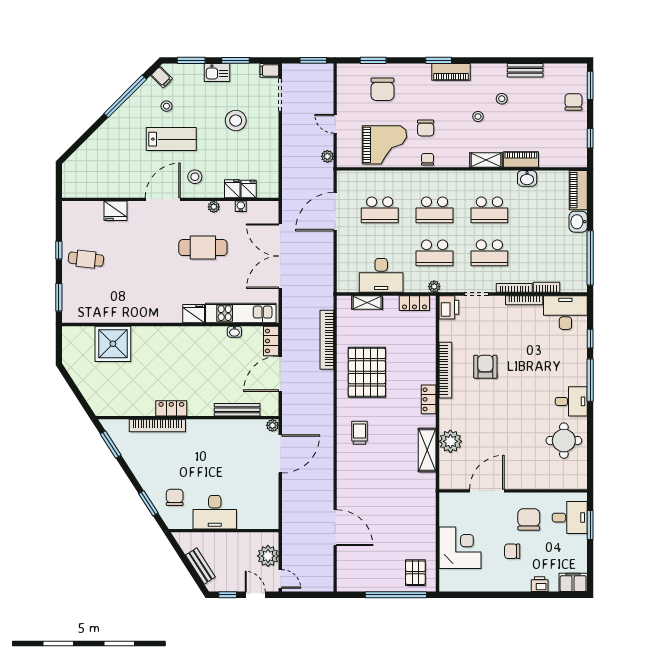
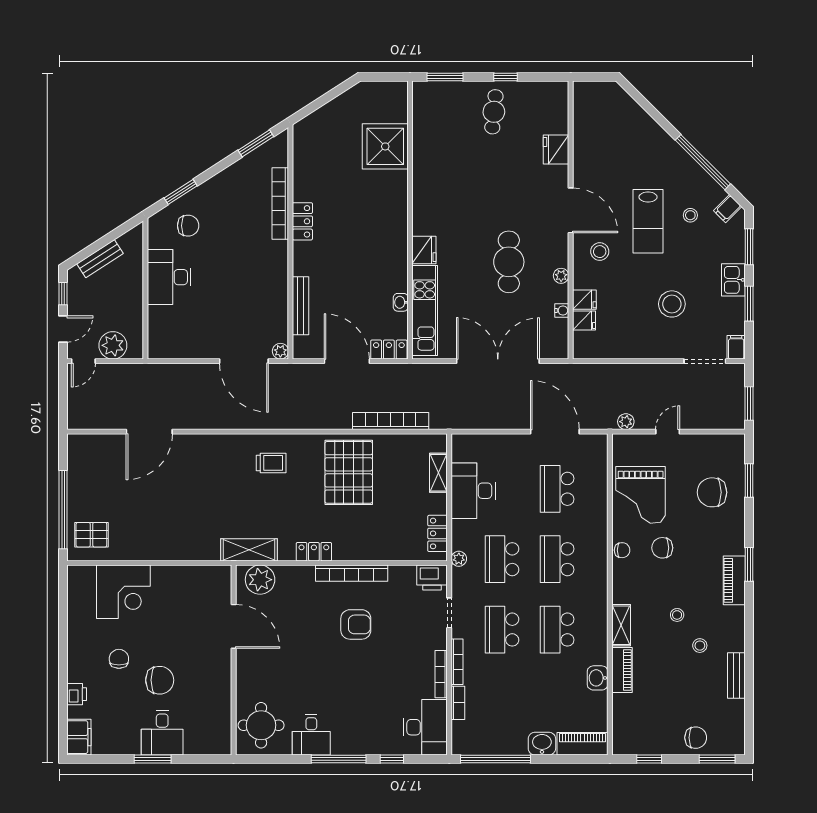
pallet: (367, 372) -> (349, 472), turned 90
door: (487, 491) -> (234, 626), moved
wall: (513, 491) -> (234, 660), moved

